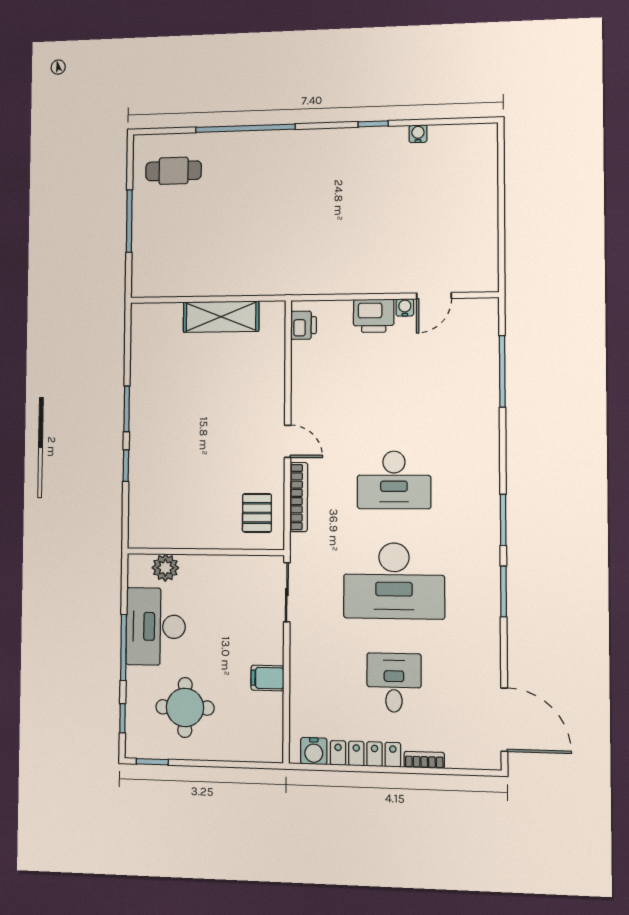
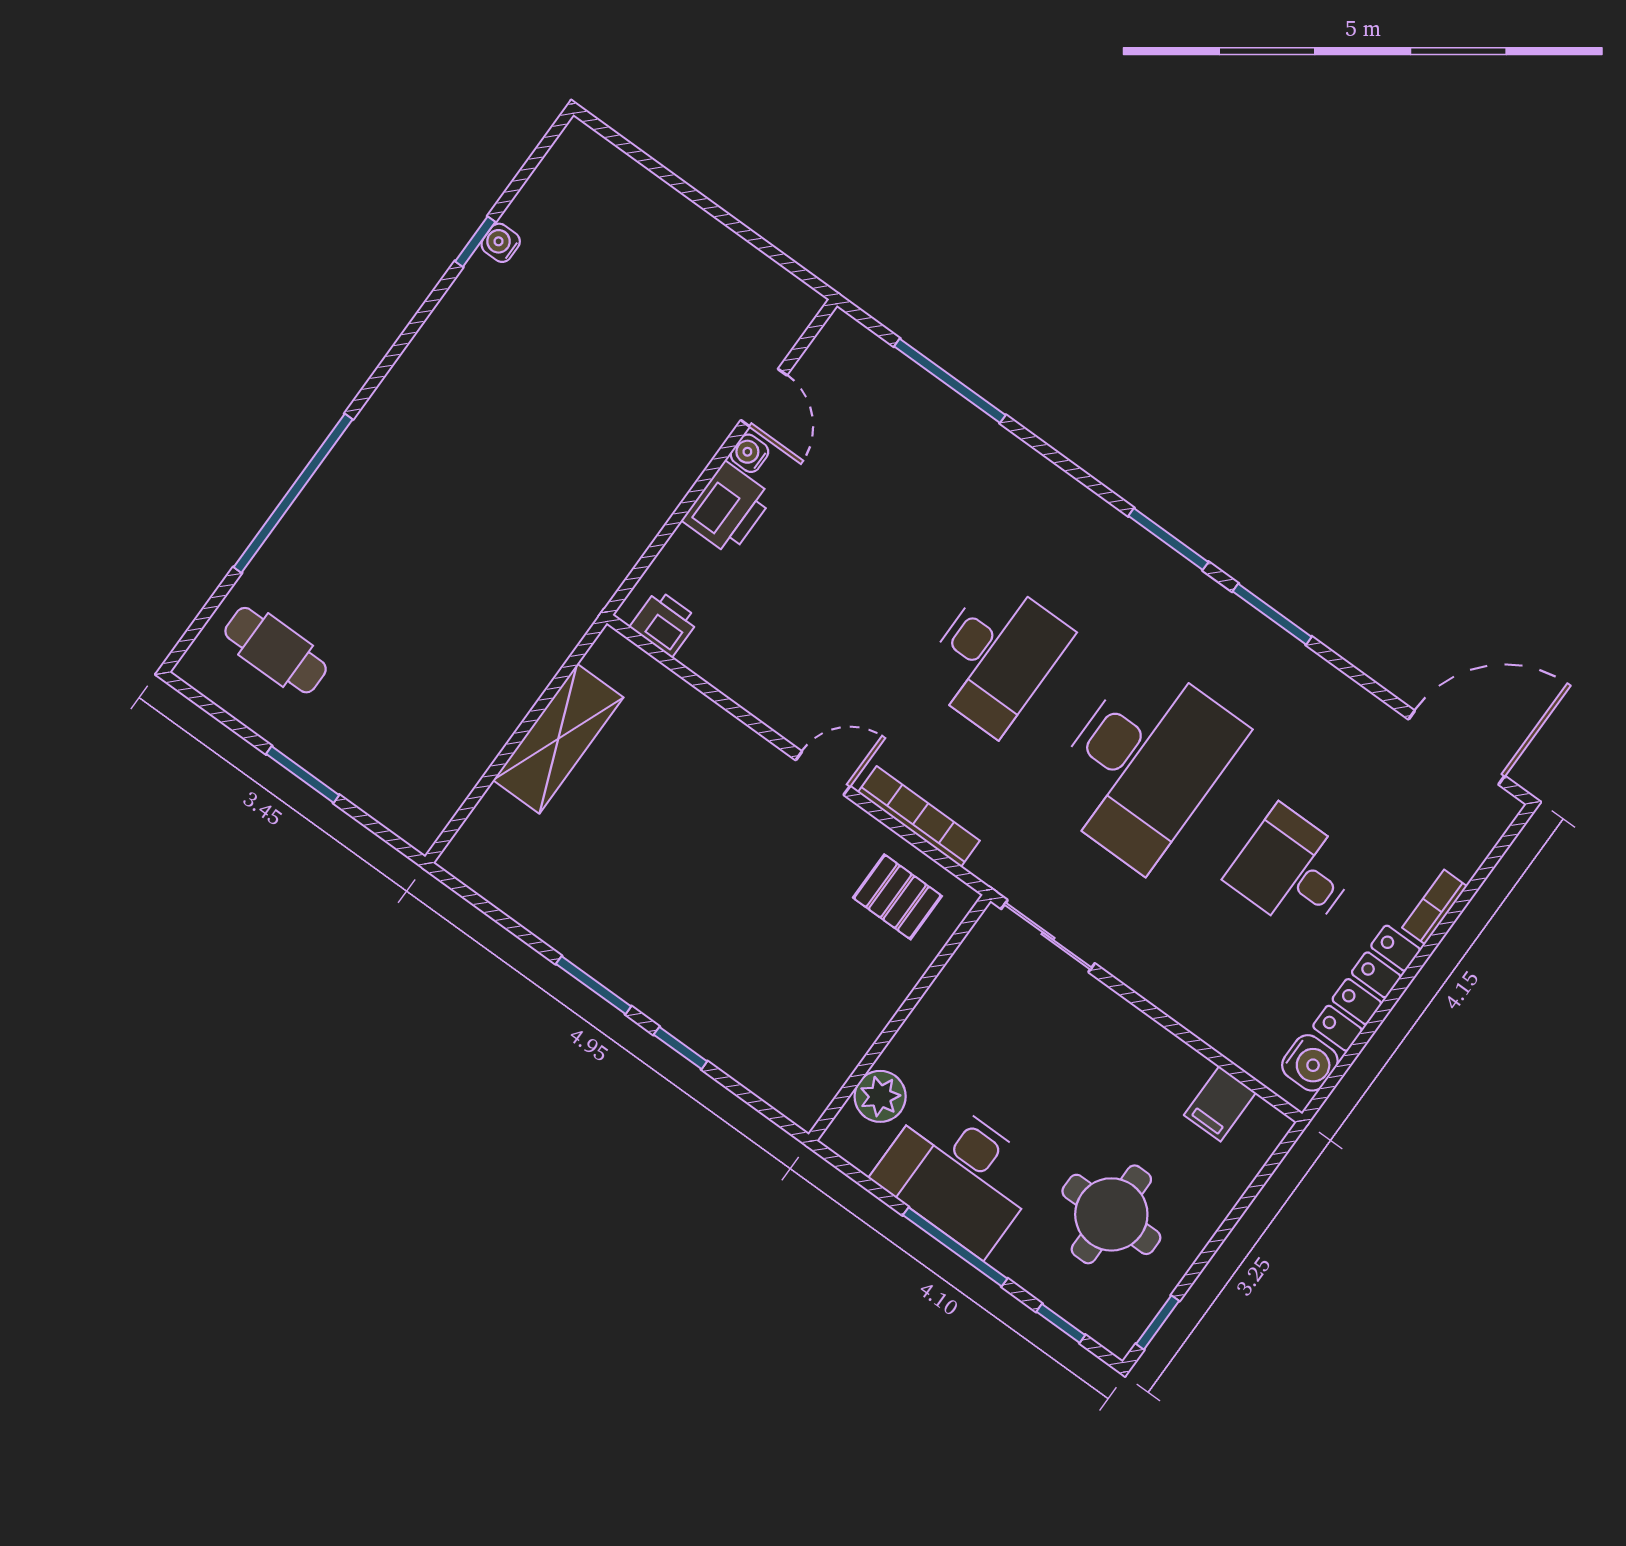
window: (373, 124) -> (475, 242), moved
cafe table: (174, 171) -> (276, 650), turned 90
window: (129, 221) -> (303, 775), width x0.69
filing cabinet: (267, 678) -> (1220, 1104), moved

